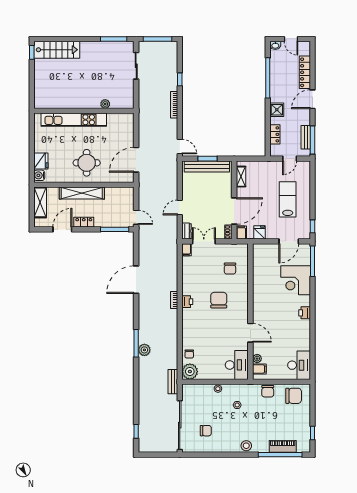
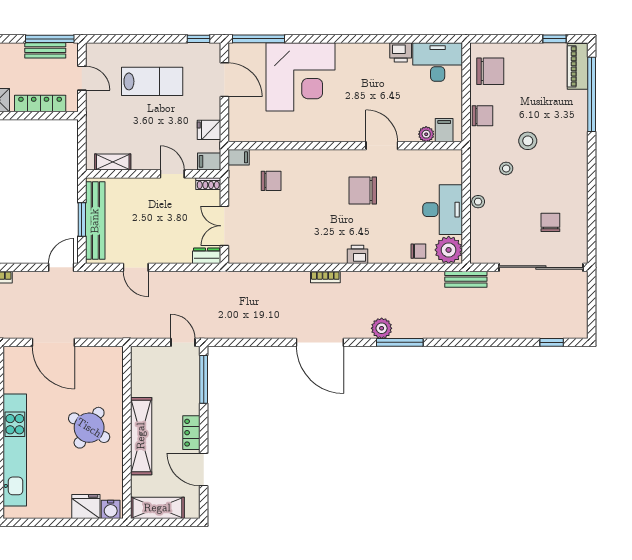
locker: (275, 134) -> (40, 103), width x1.53
door: (136, 160) -> (53, 342), moved
round table: (87, 163) -> (89, 428), turned 32
lab bench: (288, 199) -> (152, 81), turned 180
door: (180, 207) -> (136, 267), moved
door: (234, 211) -> (172, 174), width x0.53
door: (136, 217) -> (183, 342), hinge flipped
filing cabinet: (186, 250) -> (239, 157), moved
door: (136, 280) -> (320, 342), moved
corner desk: (296, 280) -> (301, 77), width x1.36, depth x1.36
chair: (219, 300) -> (363, 191), moved
printer: (187, 302) -> (358, 254), moved
printer: (305, 313) -> (401, 52), moved
door: (250, 333) -> (382, 146), hinge flipped
plant: (144, 350) -> (382, 328), moved
desk: (237, 365) -> (443, 210), moved, turned 90
chair: (294, 396) -> (490, 71), turned 90
stool: (246, 446) -> (528, 141), moved
piano: (283, 446) -> (578, 66), moved

